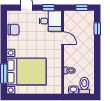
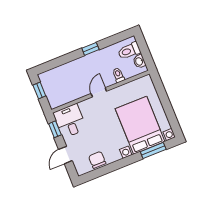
window: (97, 29) -> (90, 49), moved
door: (63, 38) -> (99, 92), moved

